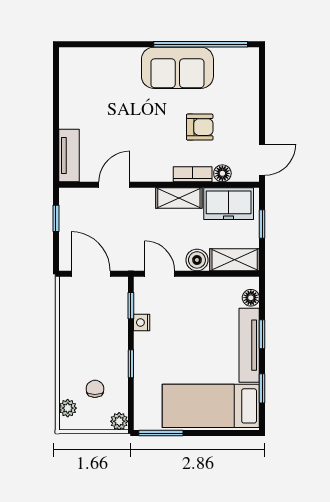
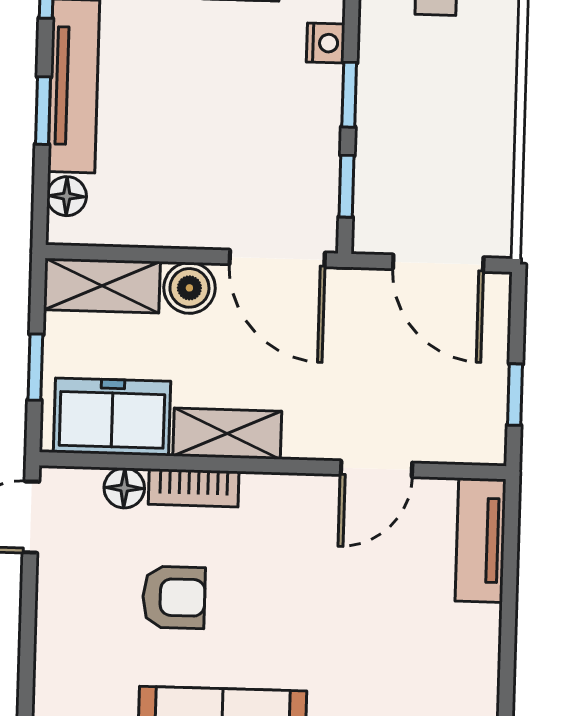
armchair: (200, 127) -> (174, 597), turned 180
door: (160, 274) -> (277, 258), width x1.38
nightstand: (142, 322) -> (326, 43), moved
window: (131, 364) -> (349, 95), moved

